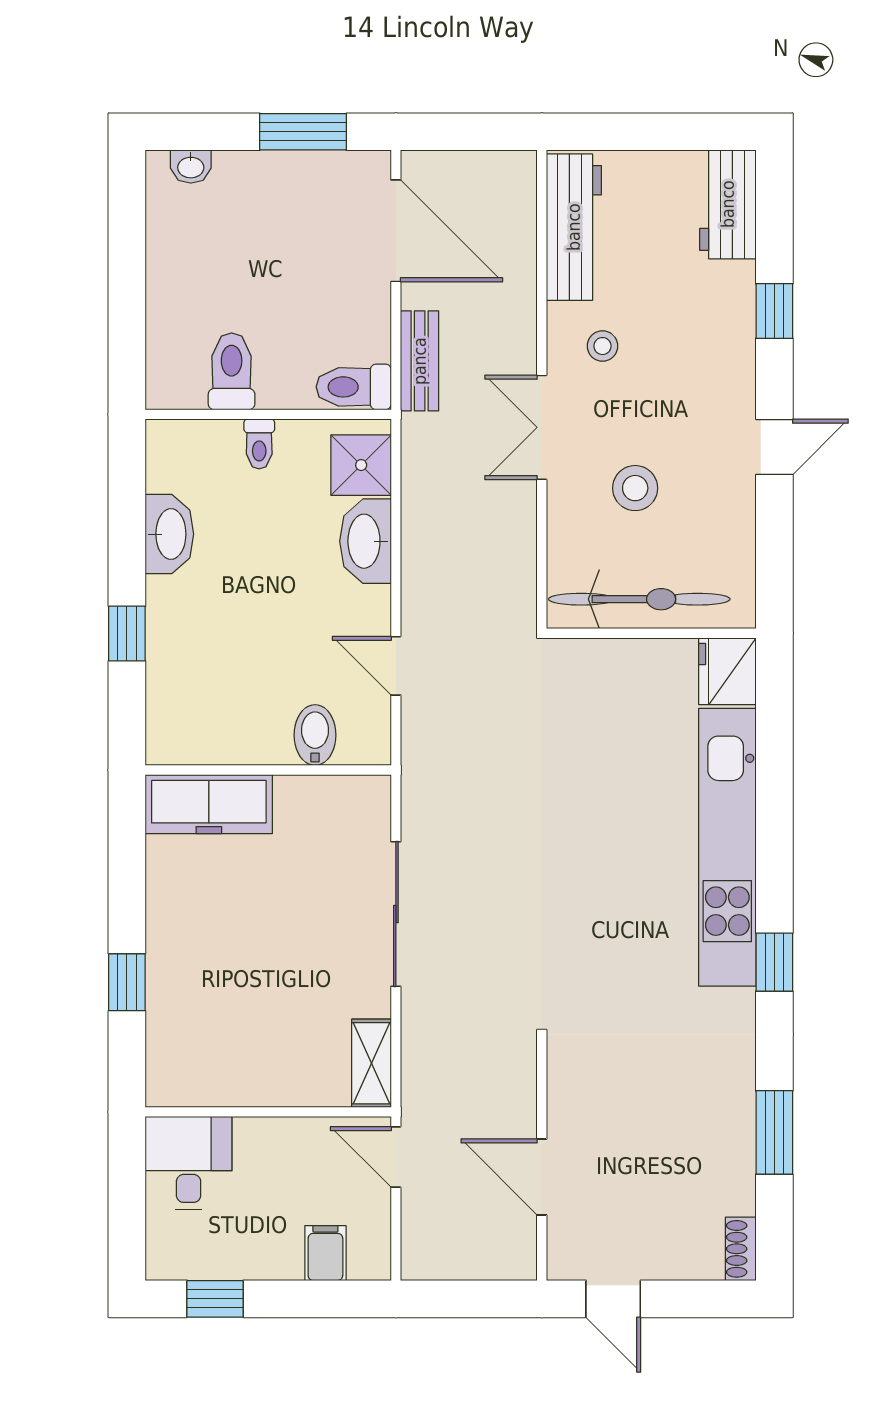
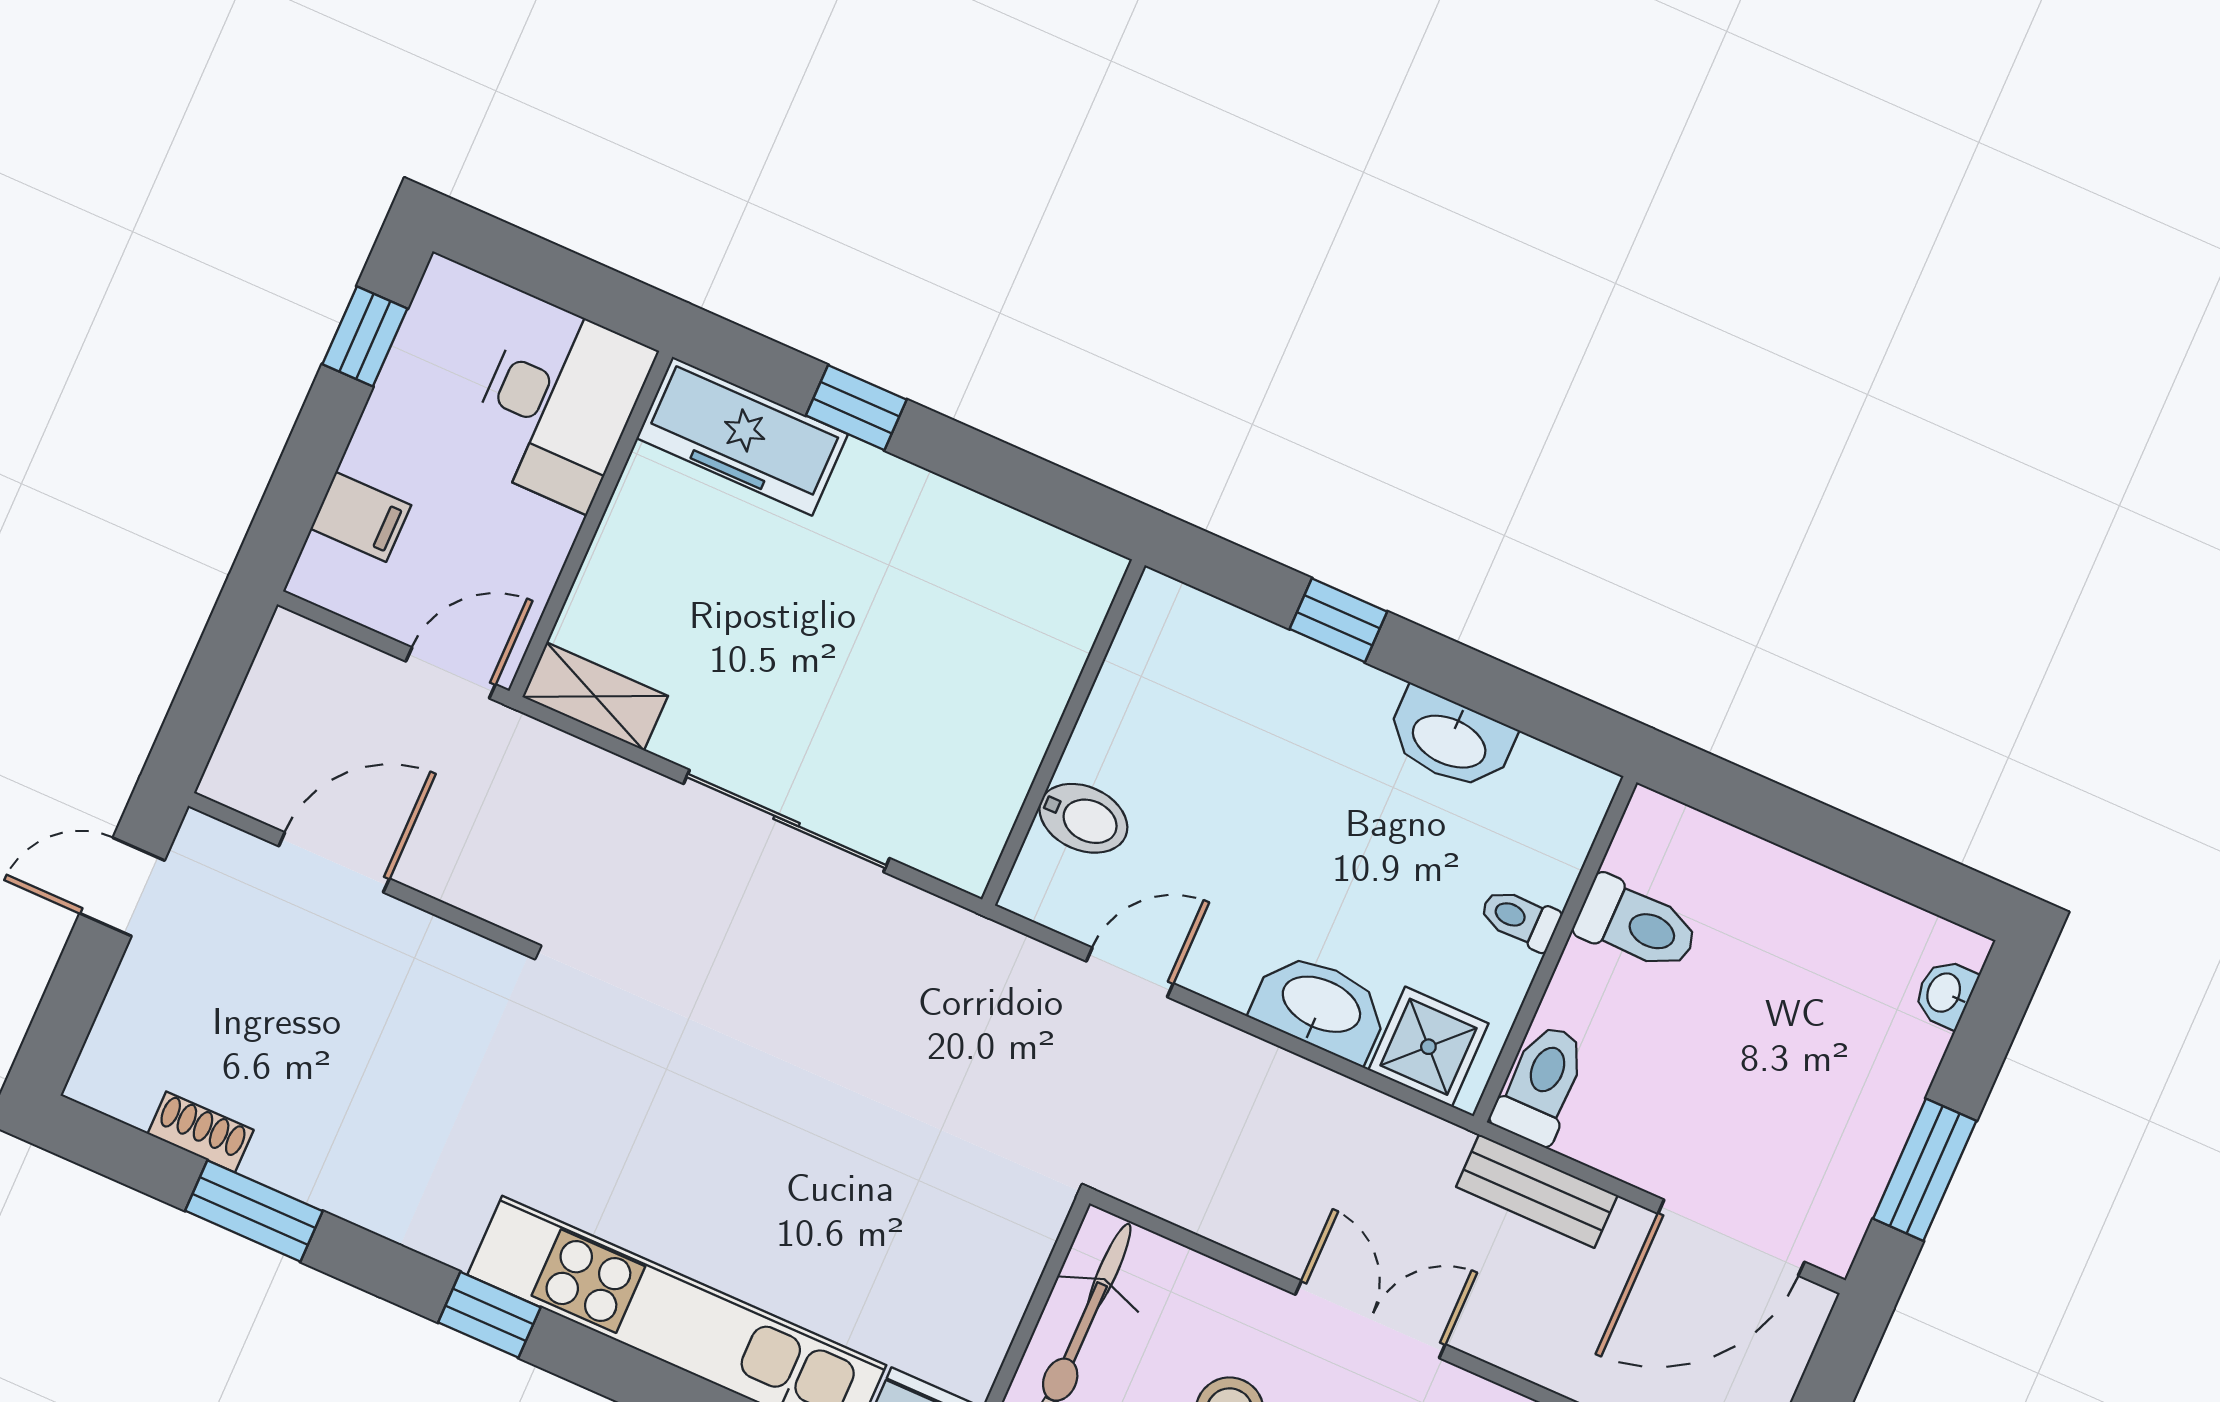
freezer: (209, 804) -> (742, 436), moved, turned -90
desk: (189, 1163) -> (559, 405), width x1.37
shoe rack: (741, 1249) -> (201, 1132), moved

